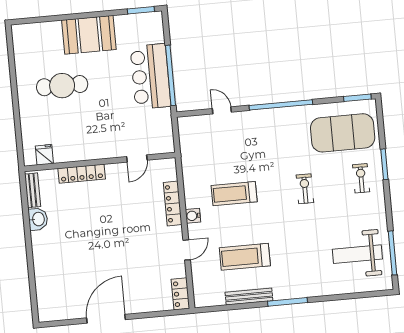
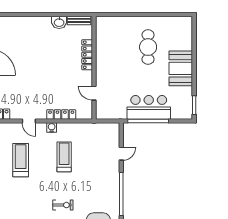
fridge: (44, 155) -> (102, 31), removed

